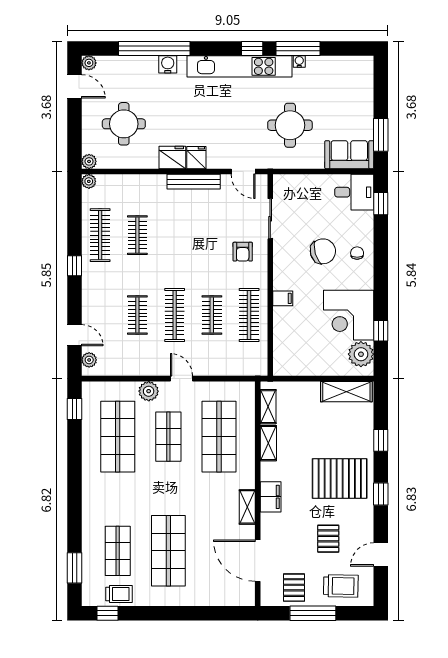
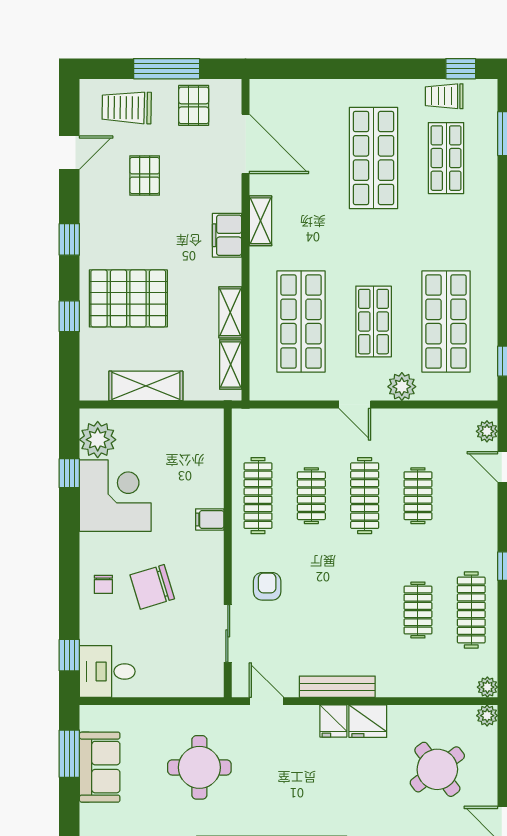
round table: (124, 124) -> (437, 769), turned -37
sofa: (349, 155) -> (100, 767), moved, turned -90
shelving: (346, 392) -> (146, 386), moved
pallet: (340, 479) -> (128, 298), moved

